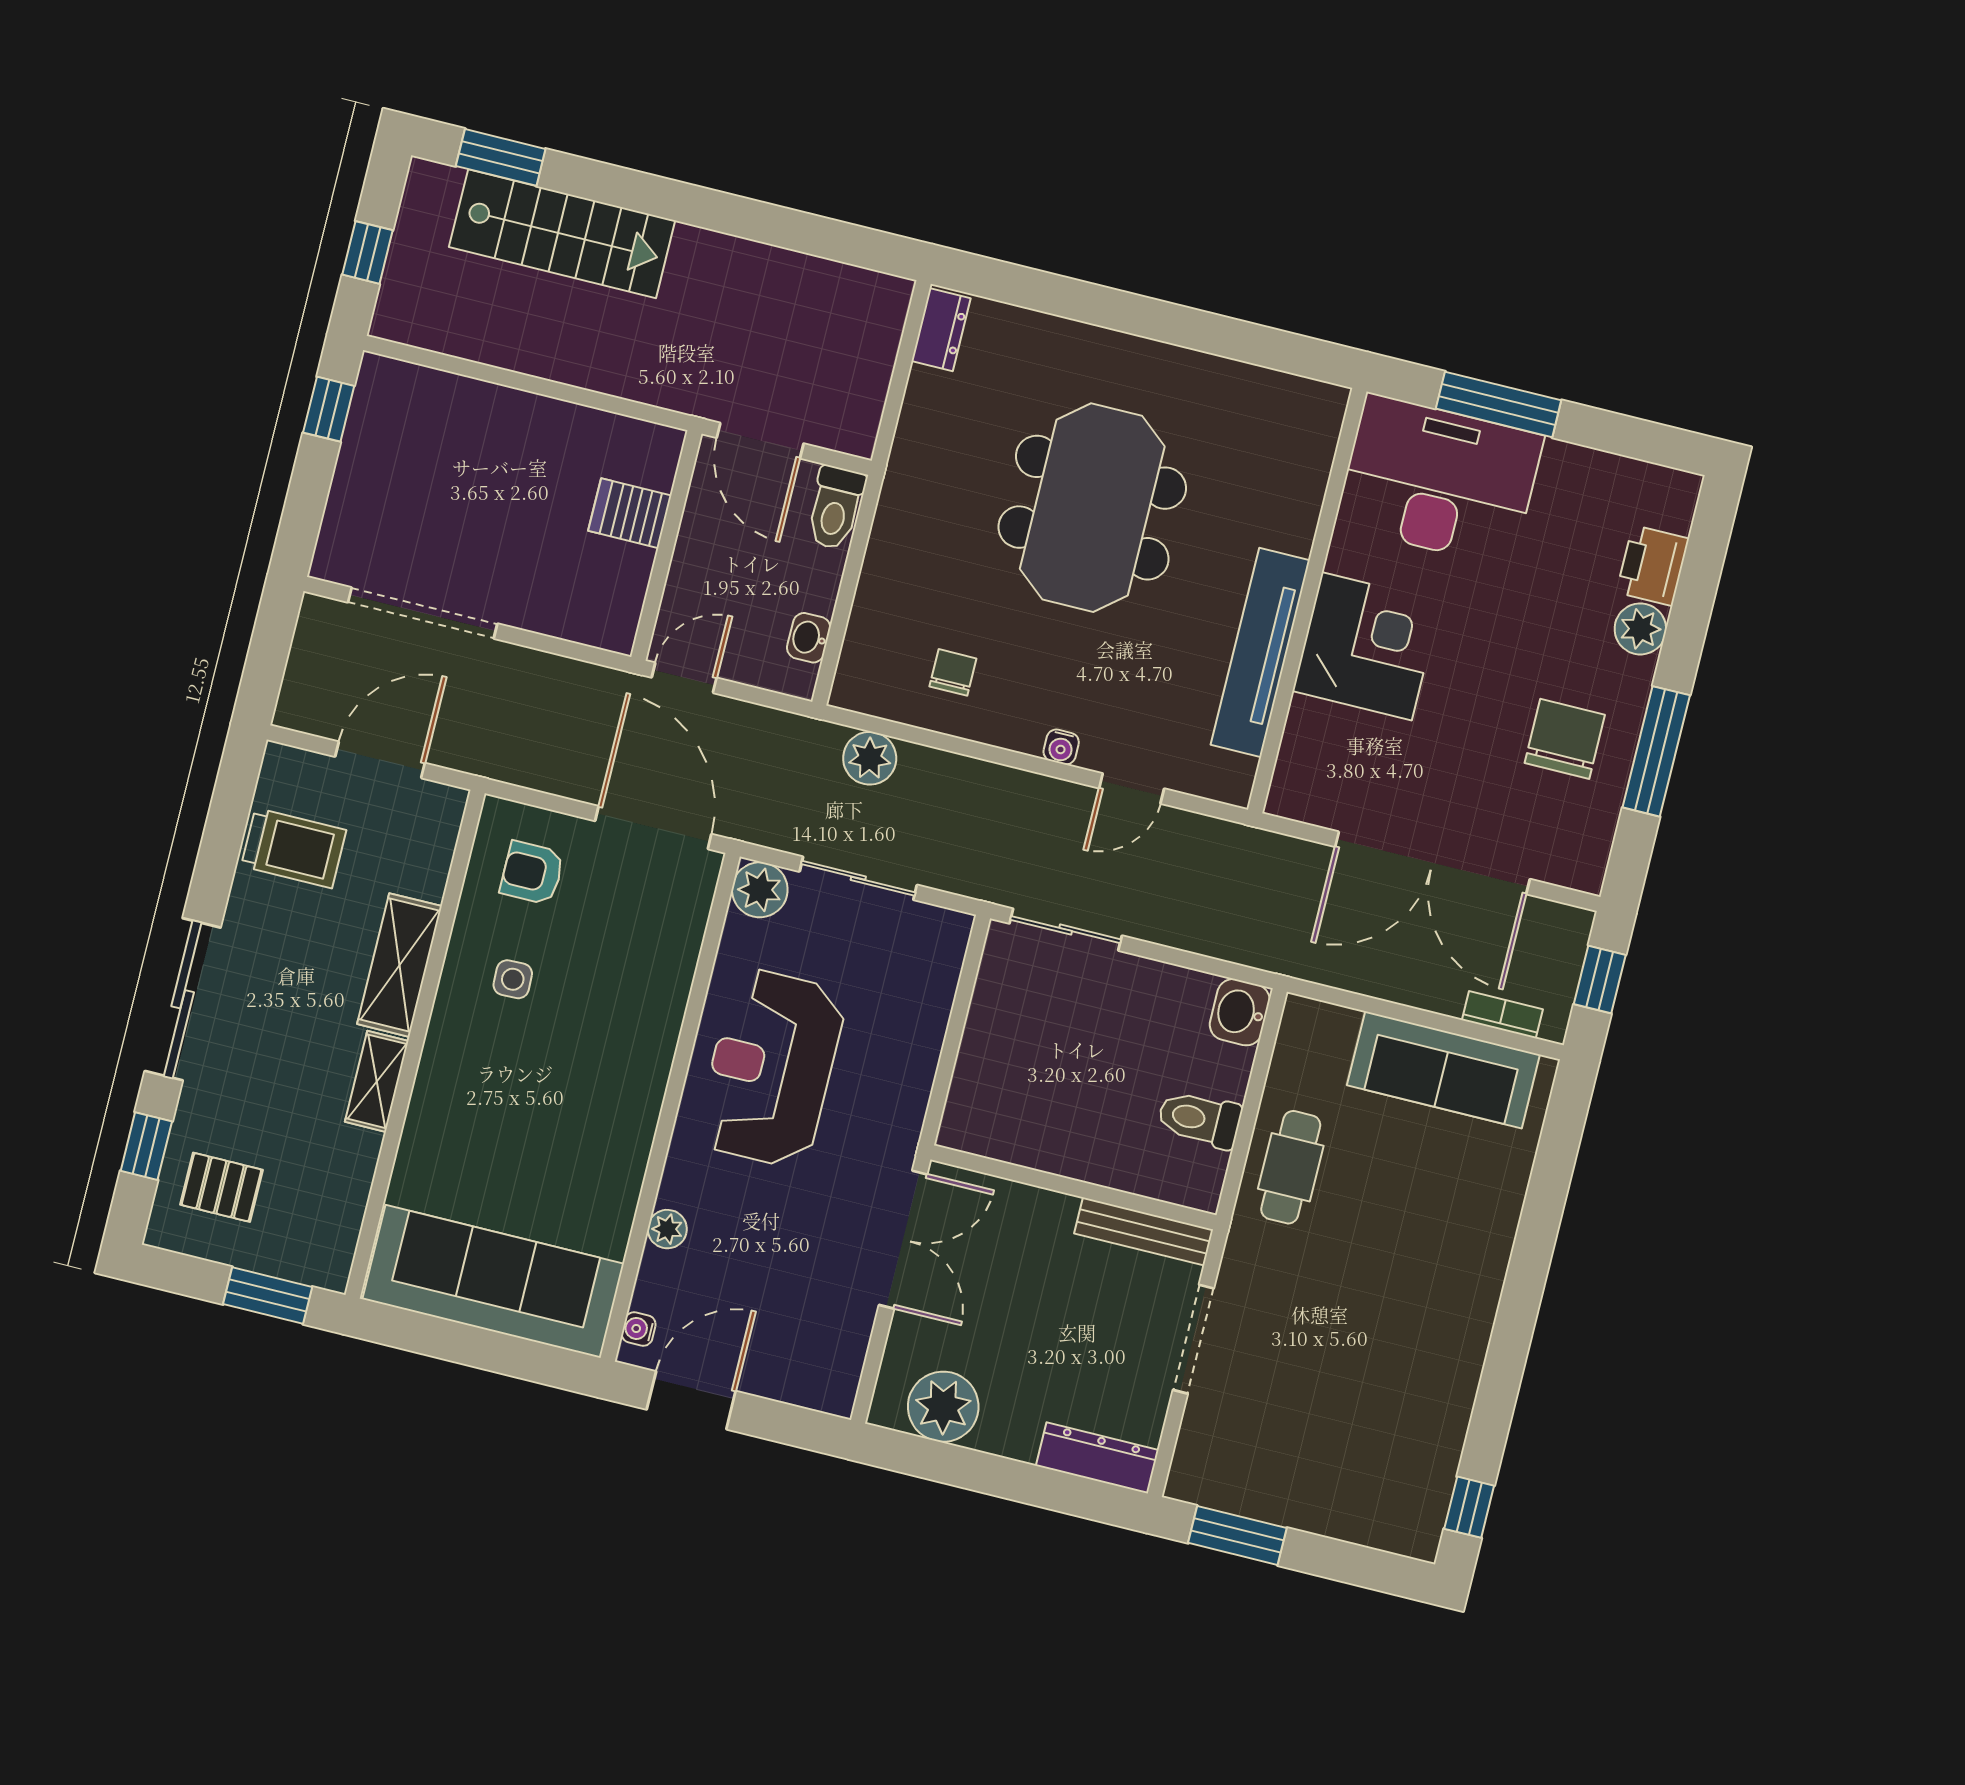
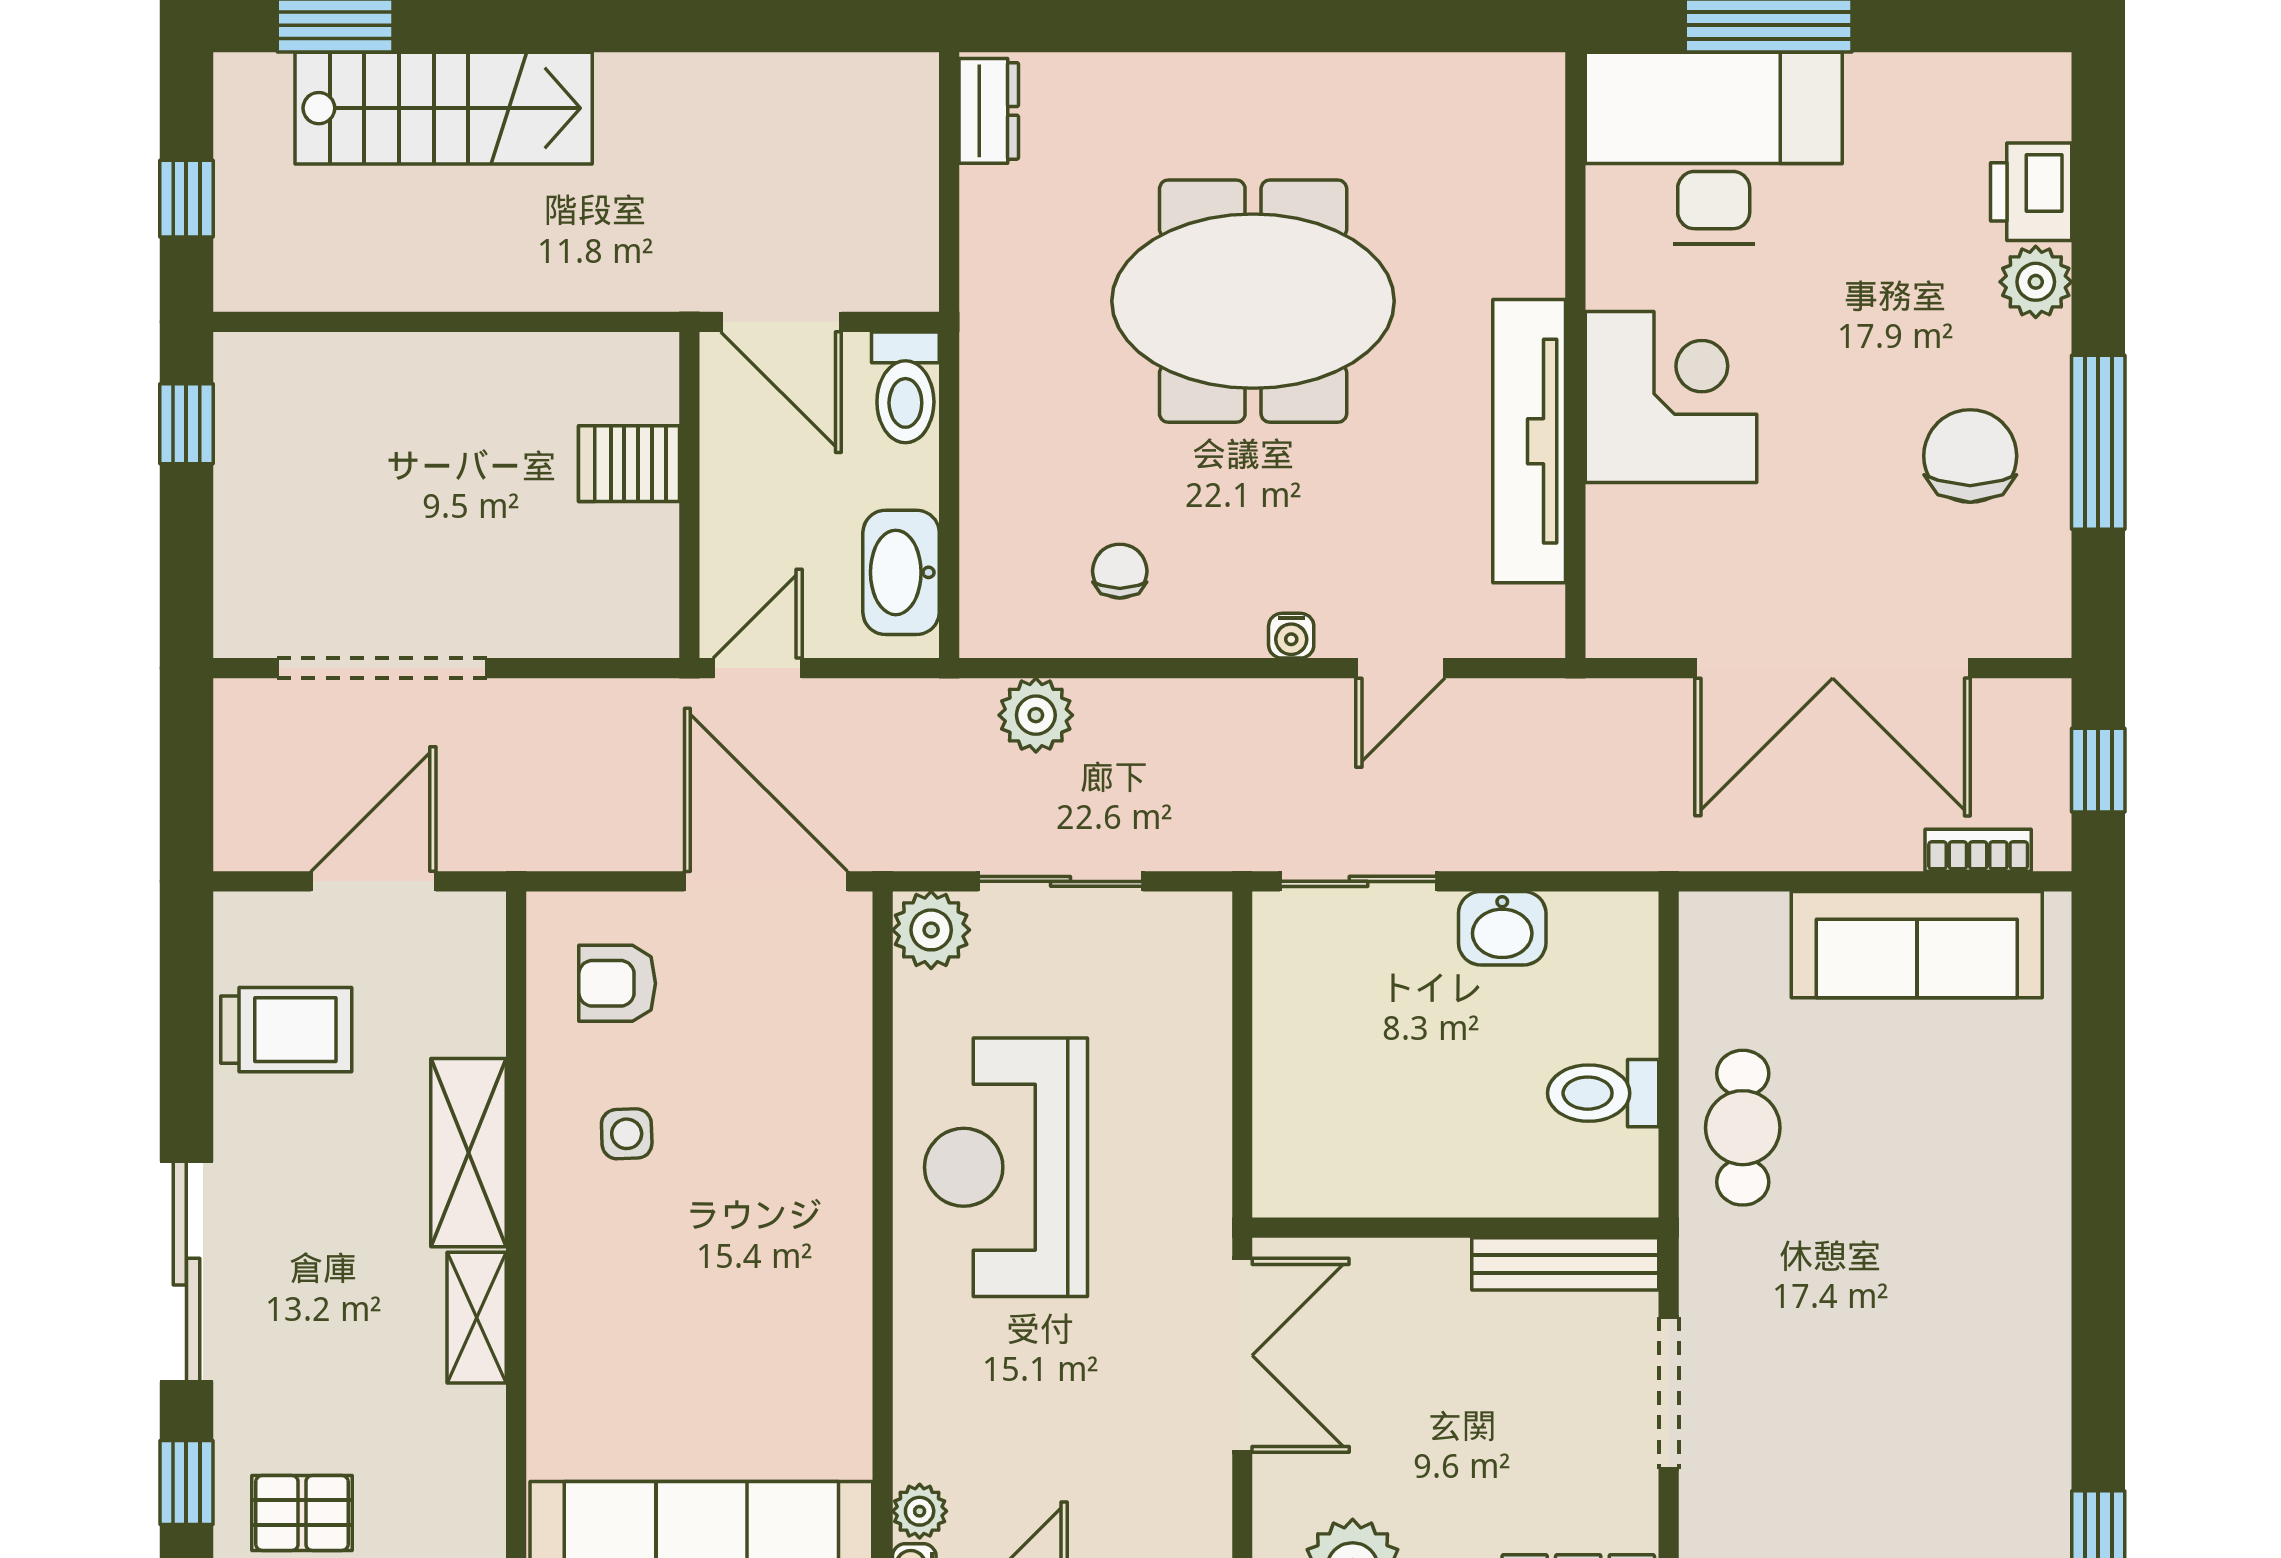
meeting table: (1092, 508) -> (1253, 301), turned 90
washbasin: (809, 638) -> (901, 572), width x1.91, depth x1.45
washbasin: (1240, 1012) -> (1502, 928), moved, turned -90
plant: (667, 1229) -> (920, 1511), moved

